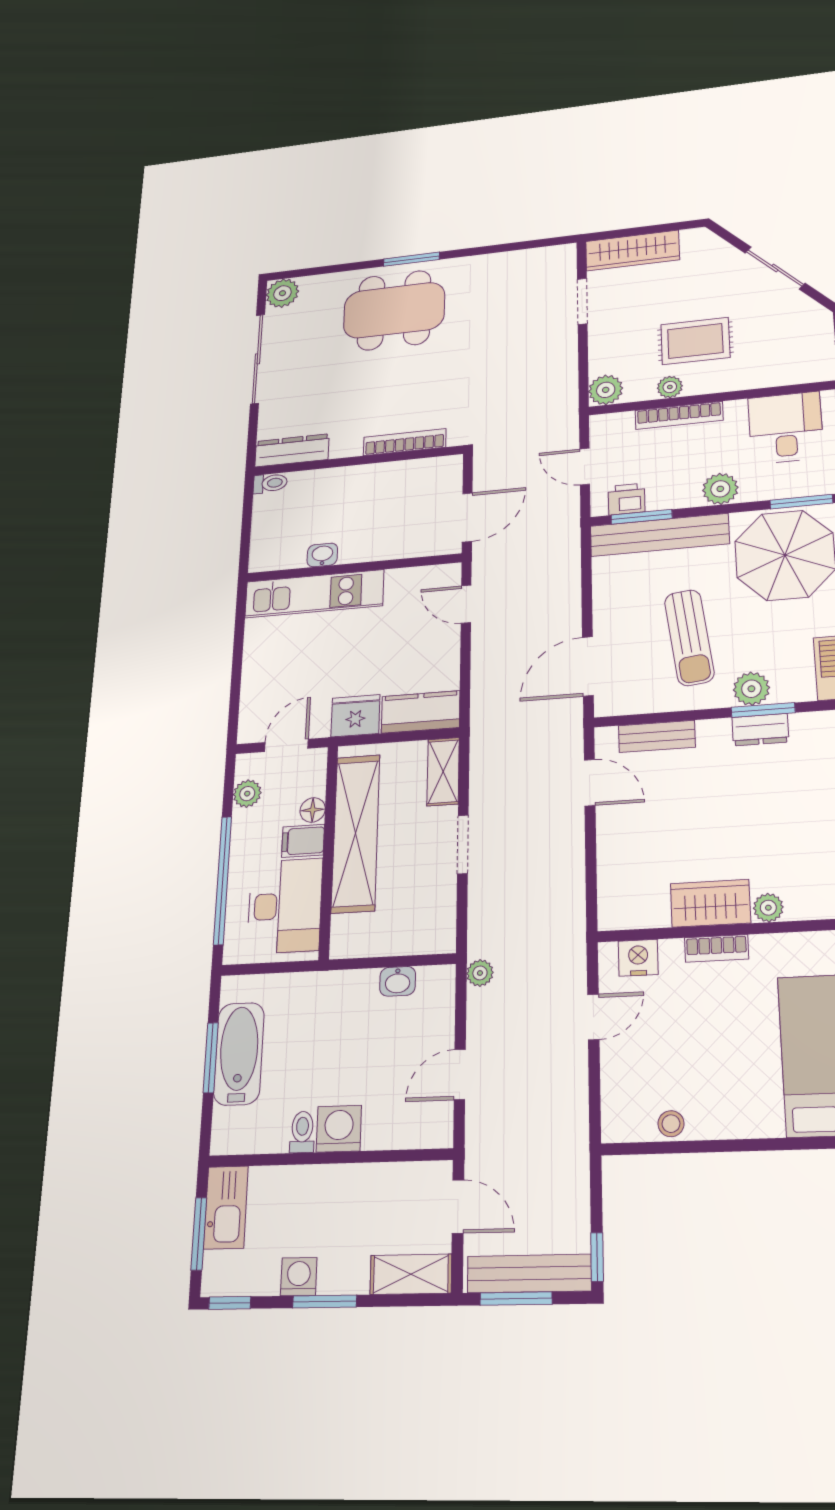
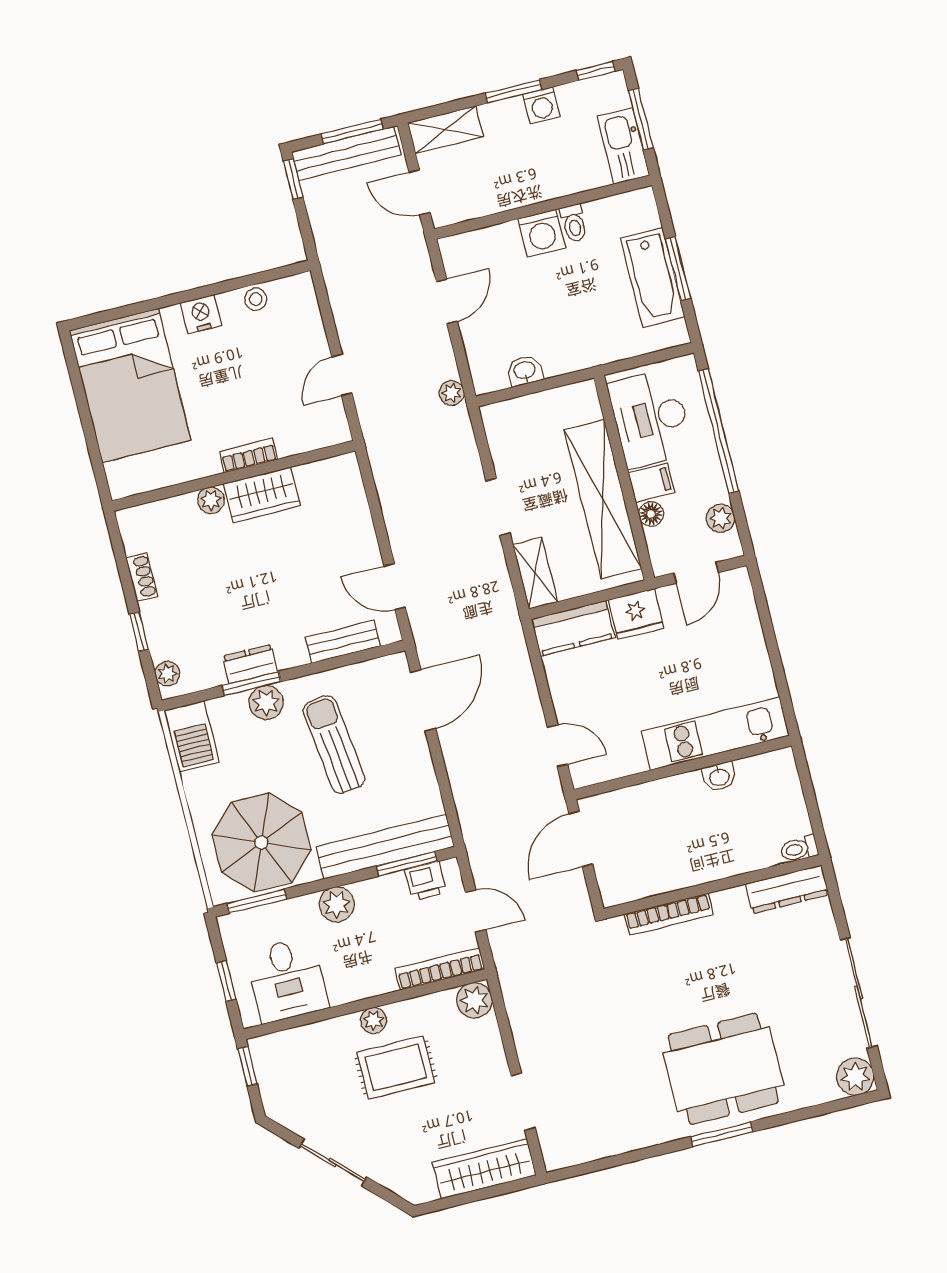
plant: (670, 387) -> (374, 1021), moved
bookcase: (679, 415) -> (440, 969), moved
nightstand: (638, 958) -> (201, 314), moved, turned 180

